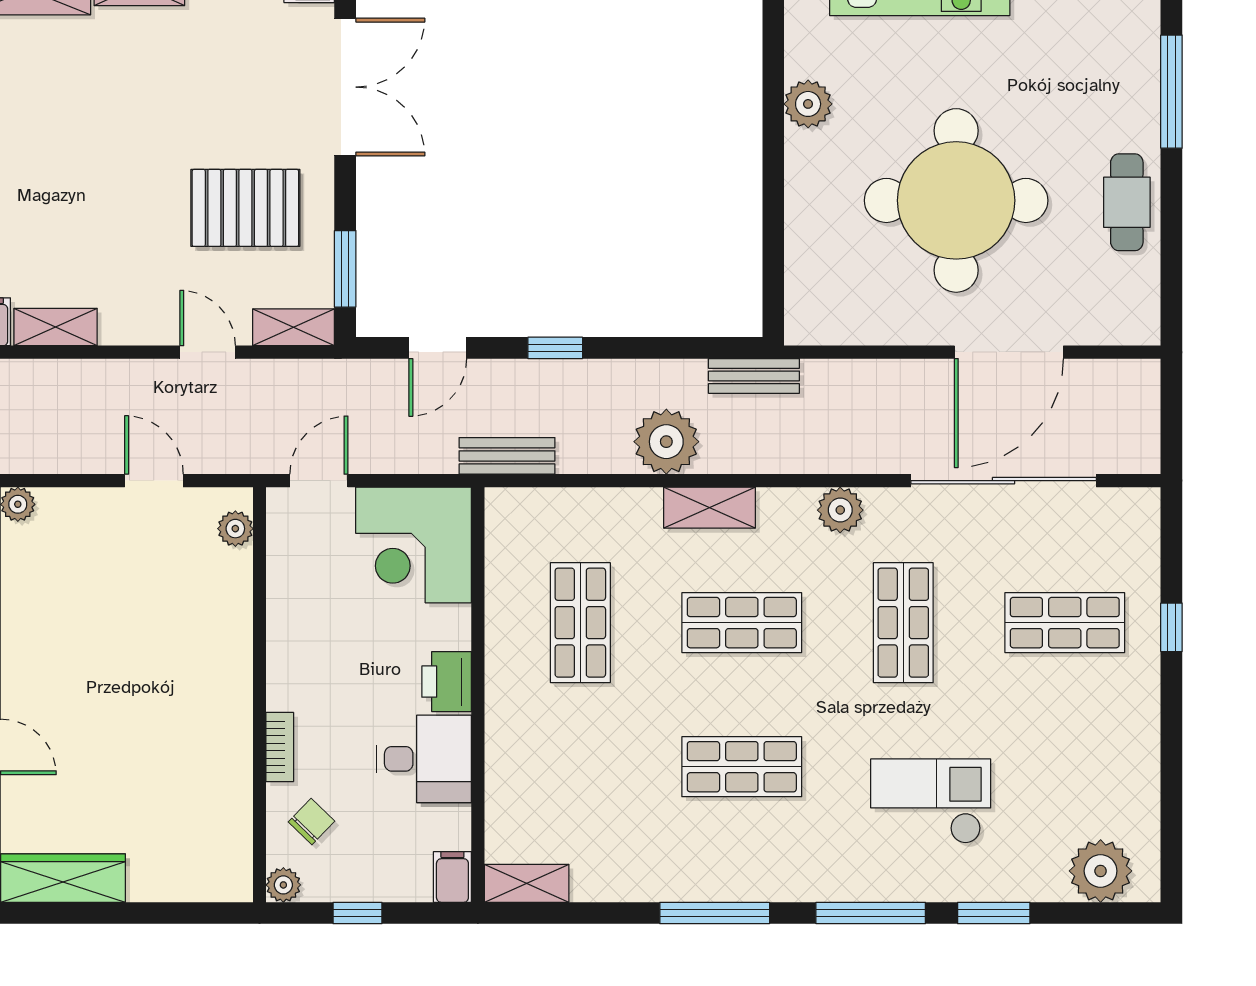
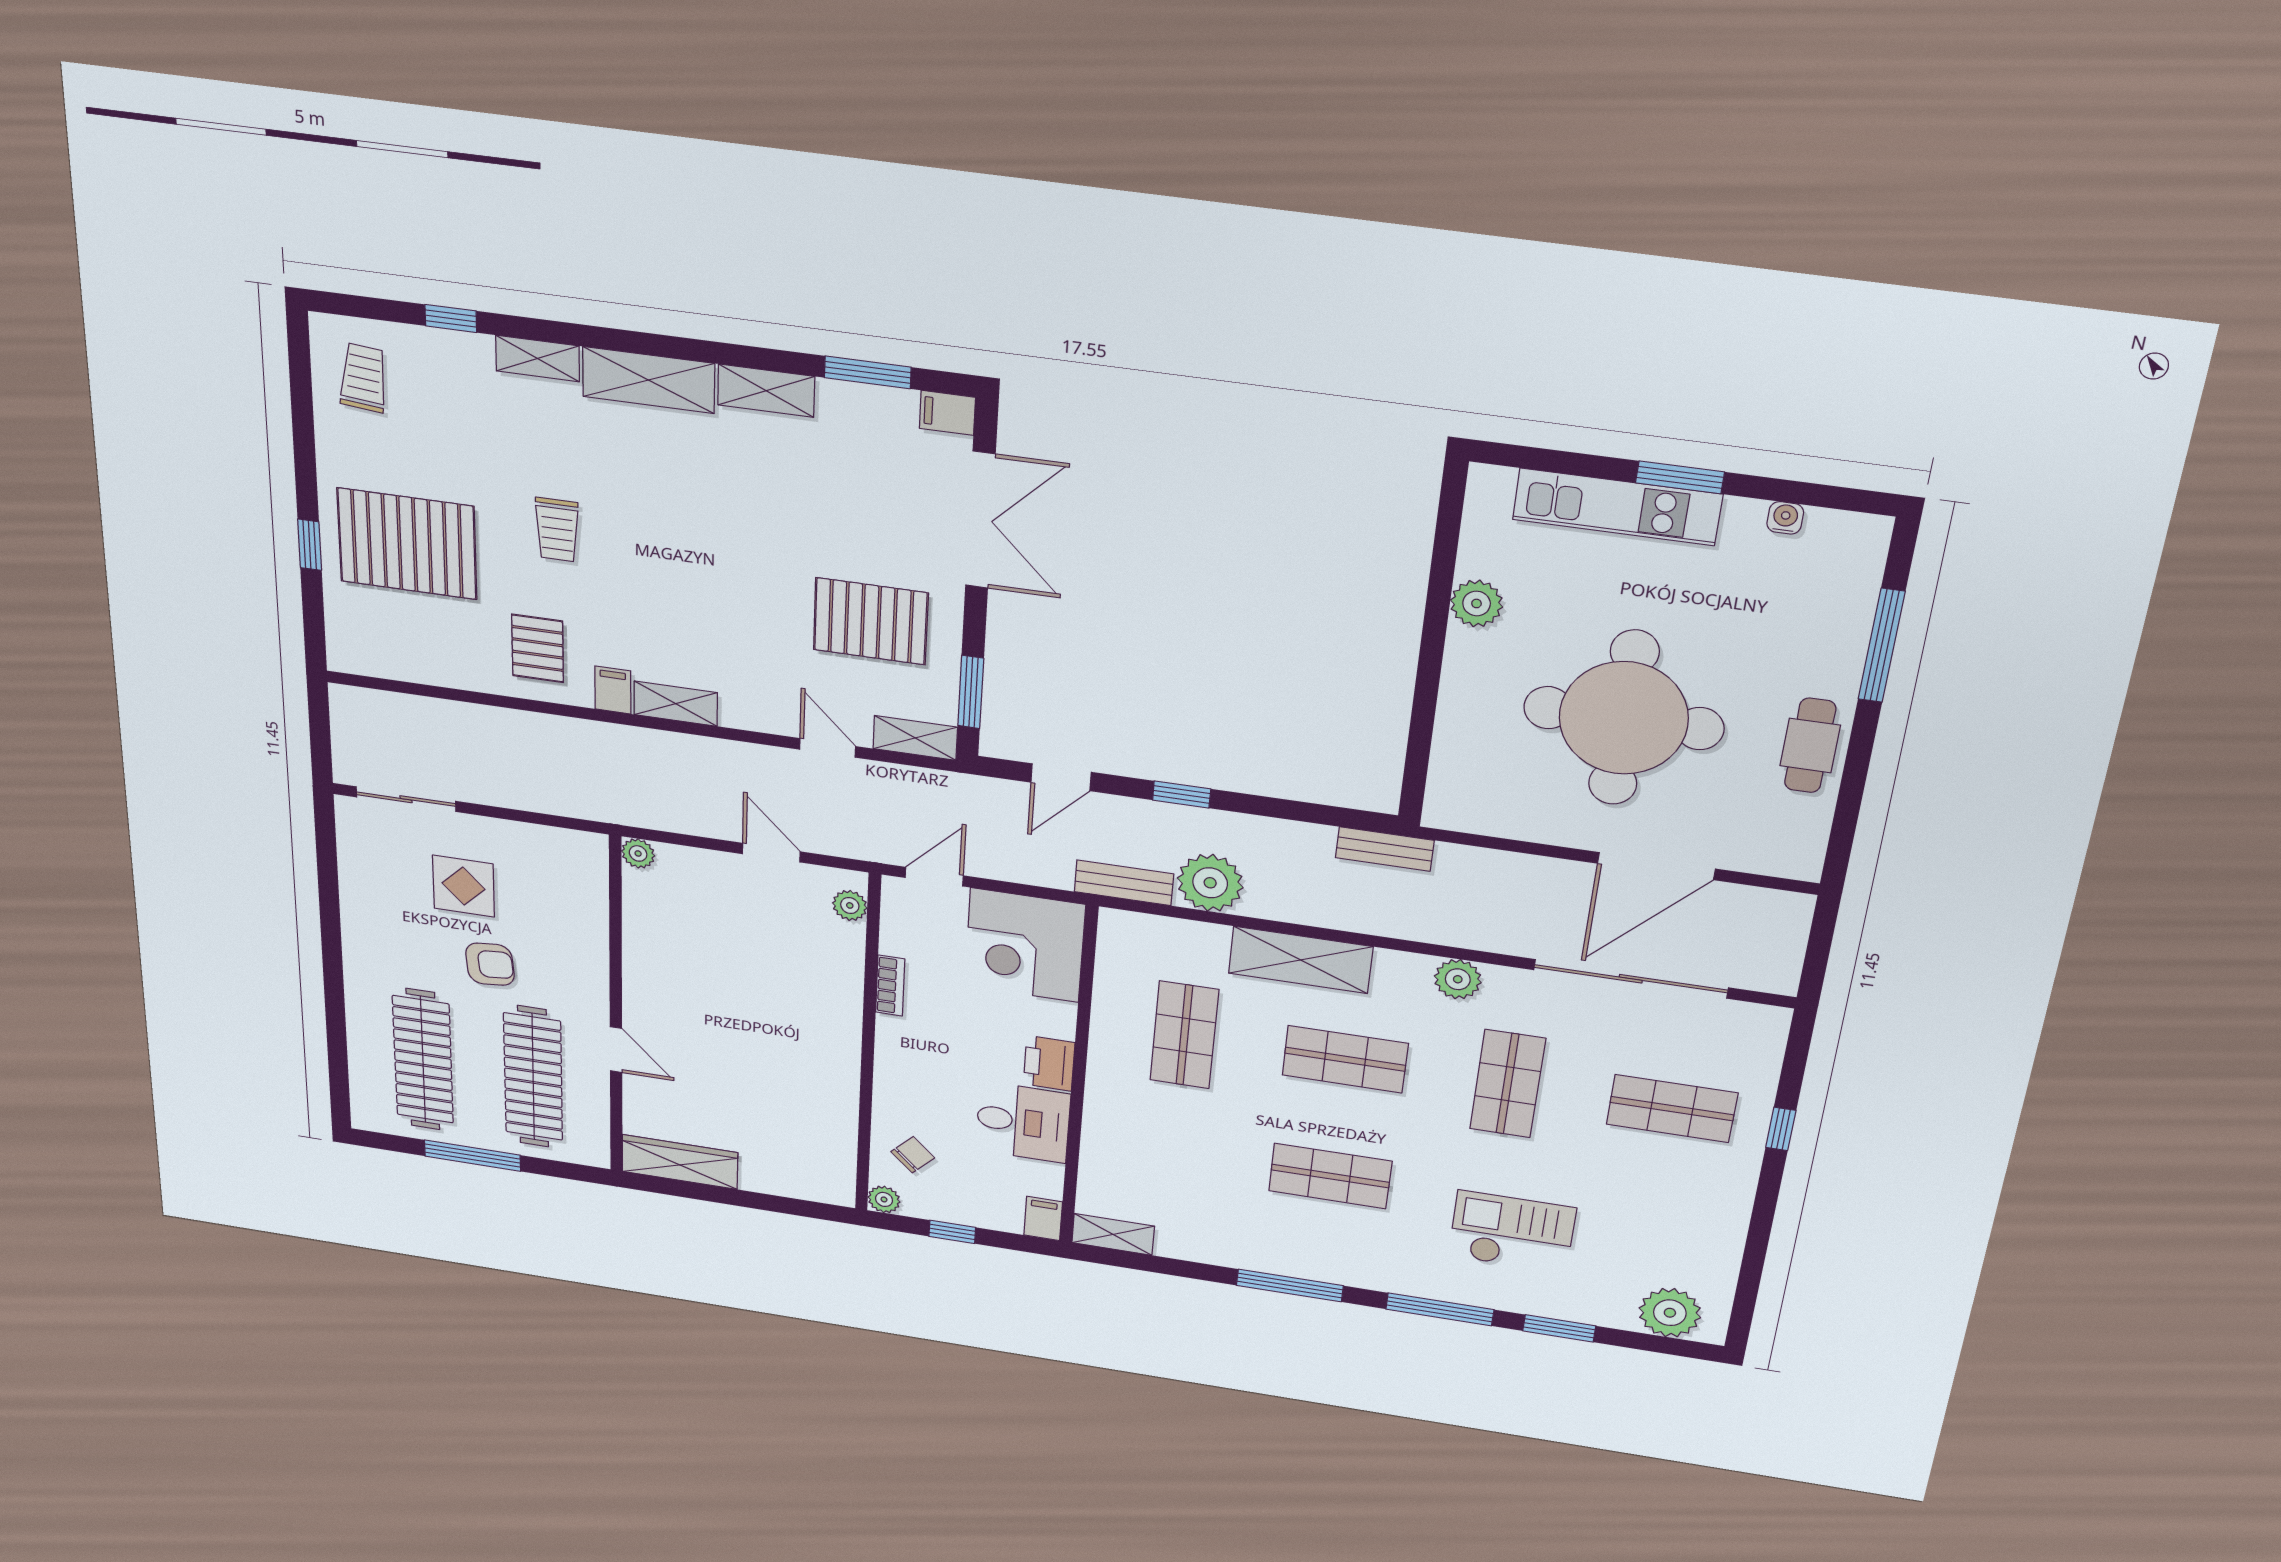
plant: (666, 442) -> (1210, 883), moved
shelving: (709, 508) -> (1301, 960), width x1.50, depth x1.33
bookcase: (280, 747) -> (890, 986), moved

